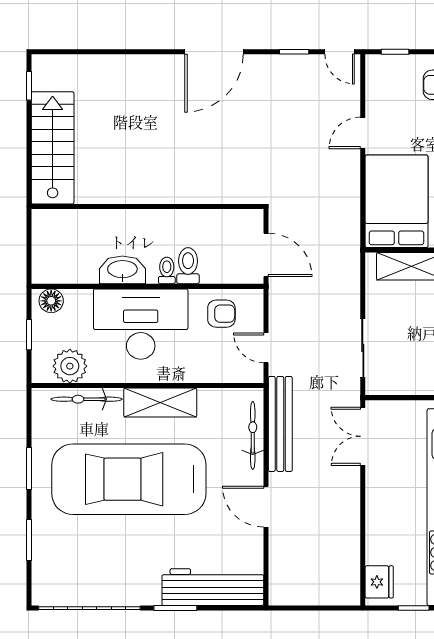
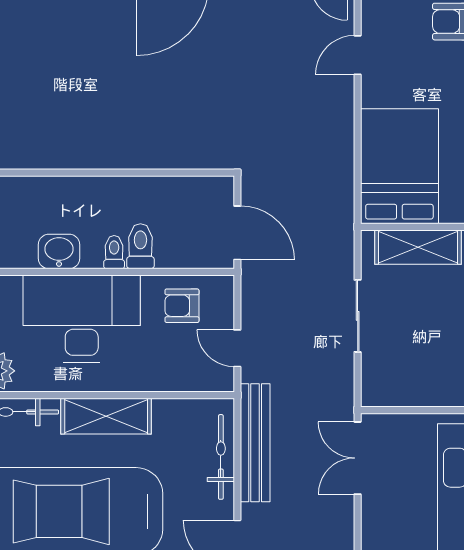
door: (363, 133) -> (358, 55), moved
washbasin: (122, 270) -> (59, 251), width x0.72
armchair: (221, 314) -> (182, 306), turned 180
sliding door: (363, 348) -> (358, 316), moved

